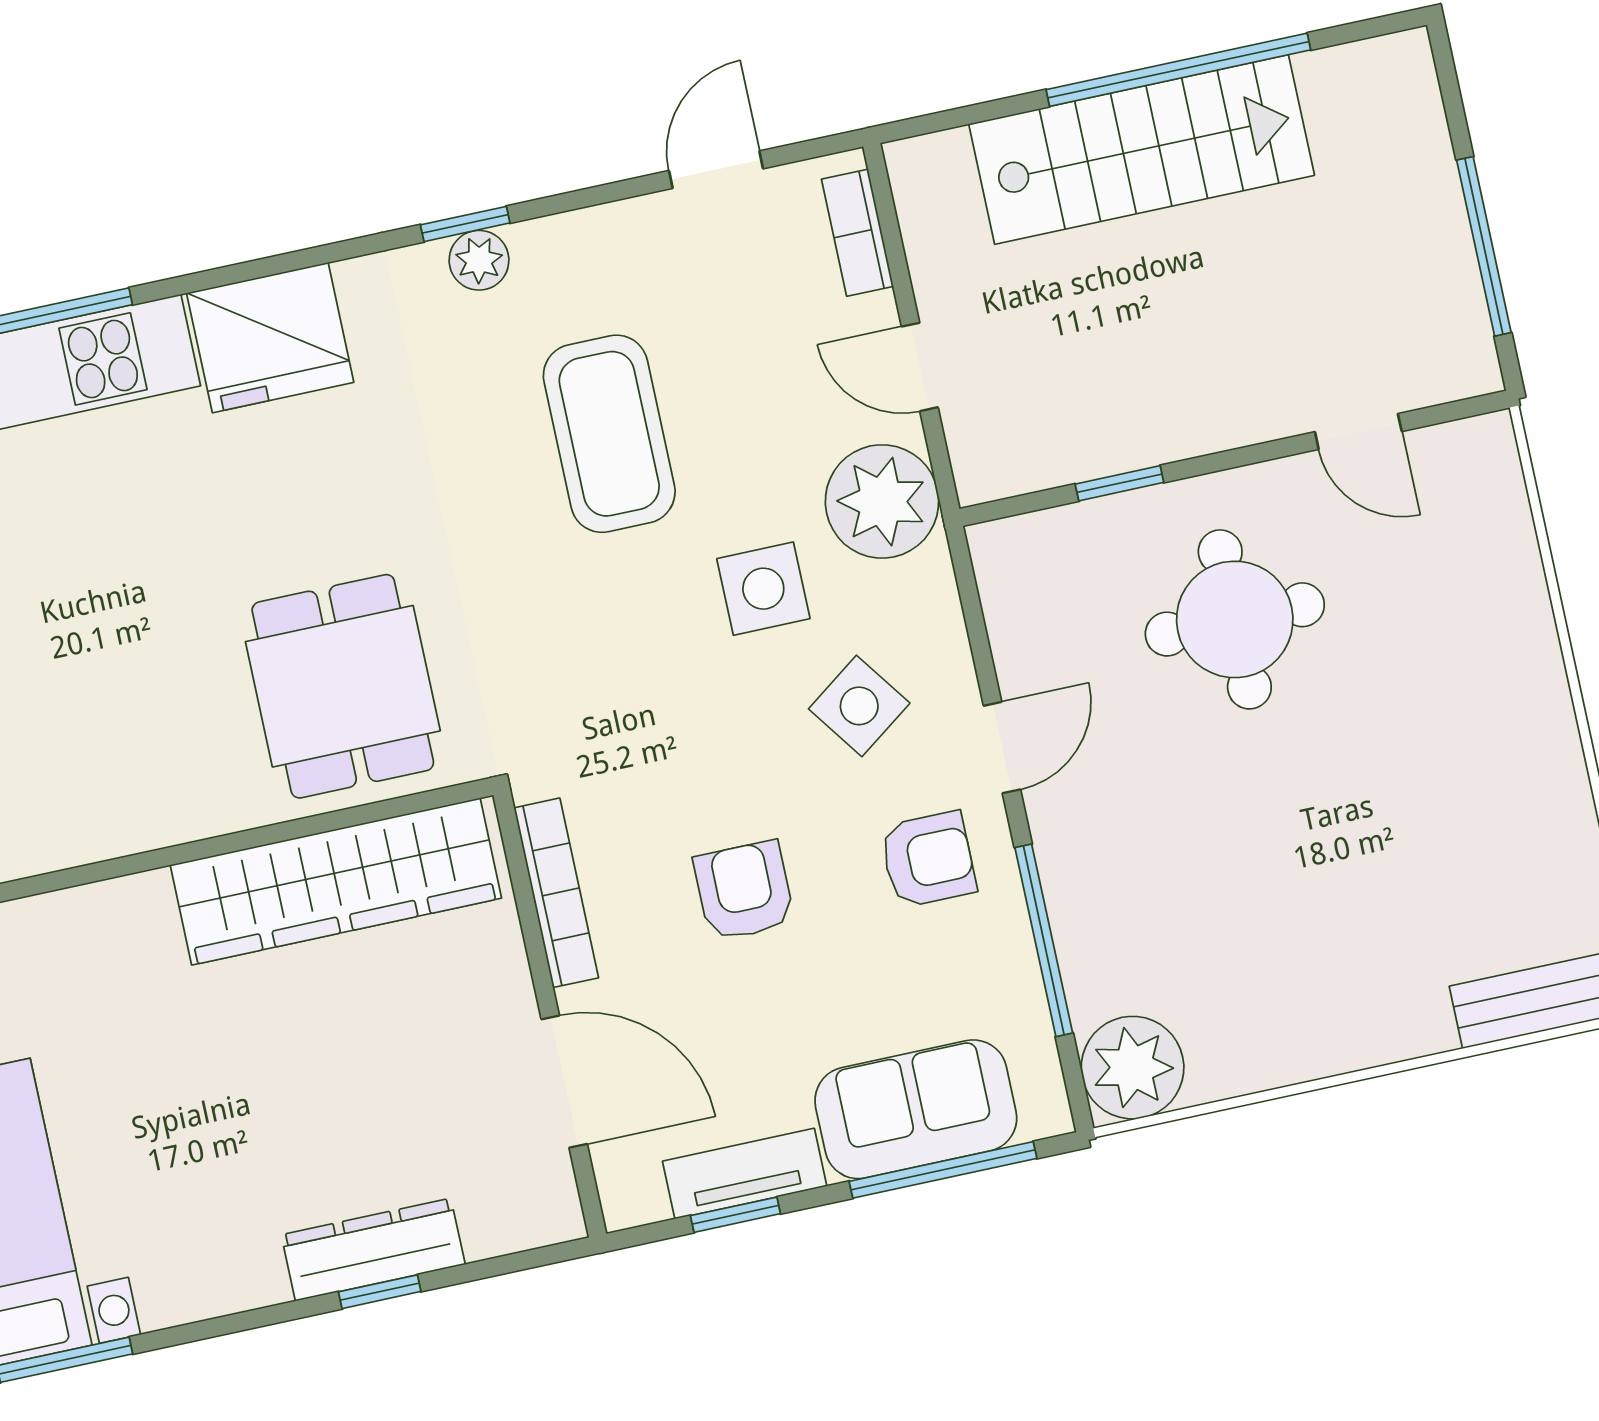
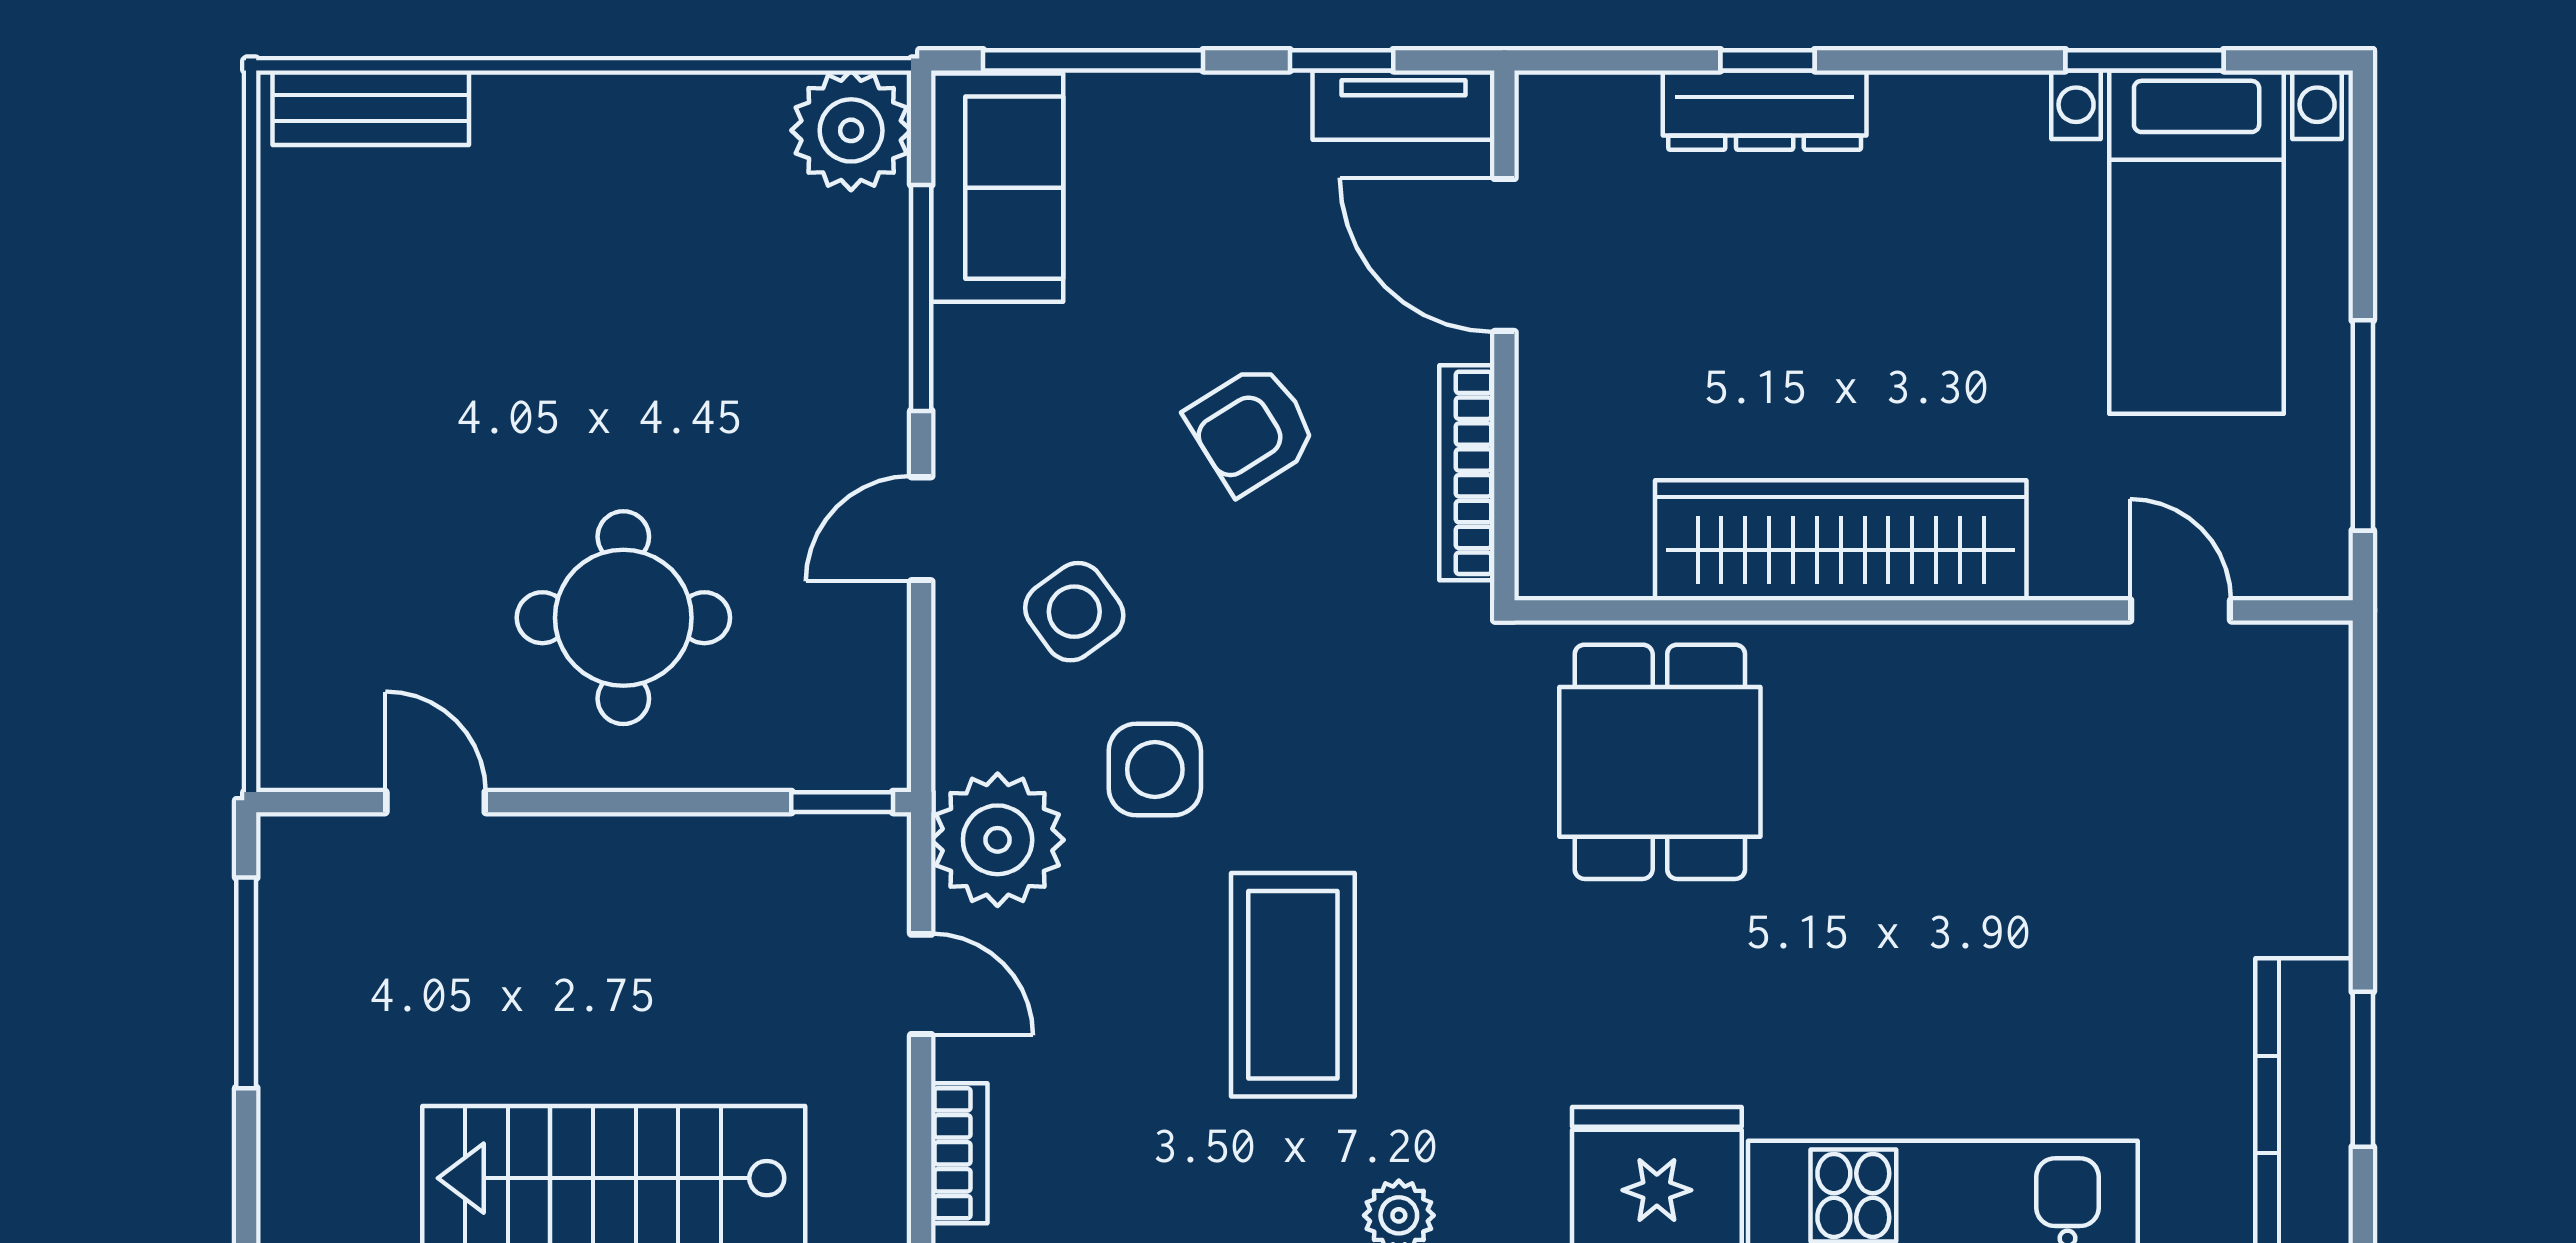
window: (1119, 483) -> (842, 802), moved
armchair: (928, 859) -> (1033, 419), removed
wardrobe: (336, 881) -> (1841, 540), moved
armchair: (744, 891) -> (1252, 429), turned 58
sofa: (916, 1109) -> (997, 188), moved, turned -90
tv unit: (745, 1174) -> (1404, 105), moved

